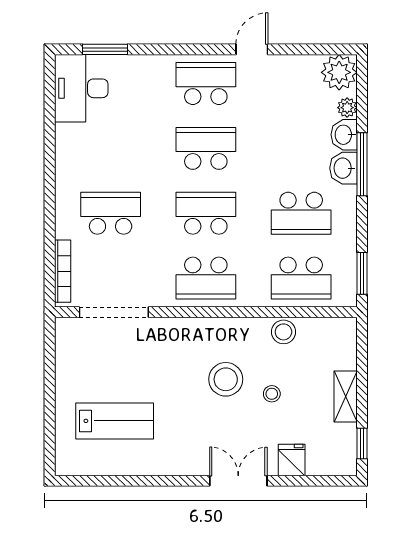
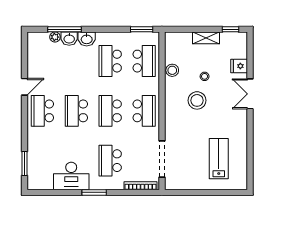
door: (252, 49) -> (25, 87), swing flipped
plant: (339, 72) -> (37, 41), removed
desk: (81, 88) -> (71, 176), moved
window: (362, 164) -> (64, 29), moved
window: (50, 182) -> (94, 192), added
school desk: (301, 213) -> (110, 61), turned 180

